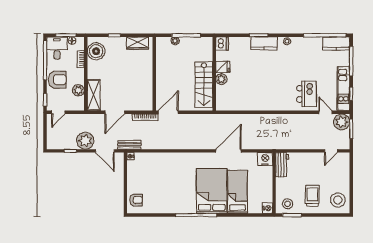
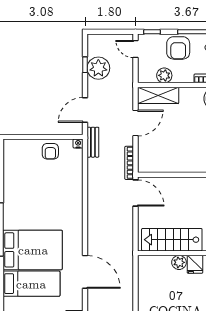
door: (115, 112) -> (135, 123), swing flipped
plant: (85, 141) -> (98, 68), moved
armchair: (136, 200) -> (50, 151), moved

